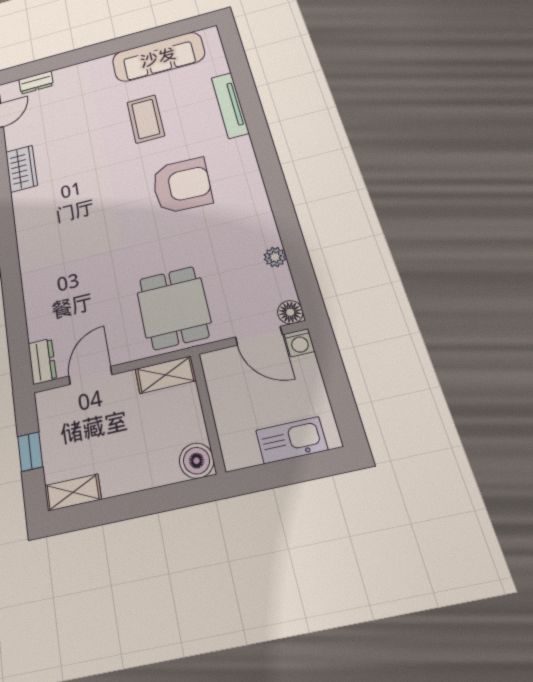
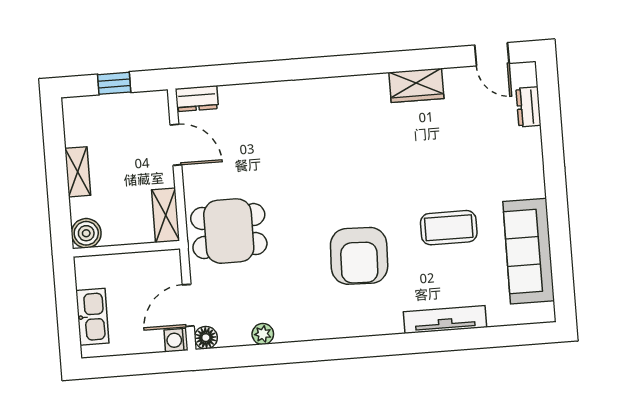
shelving: (73, 492) -> (78, 172), moved

